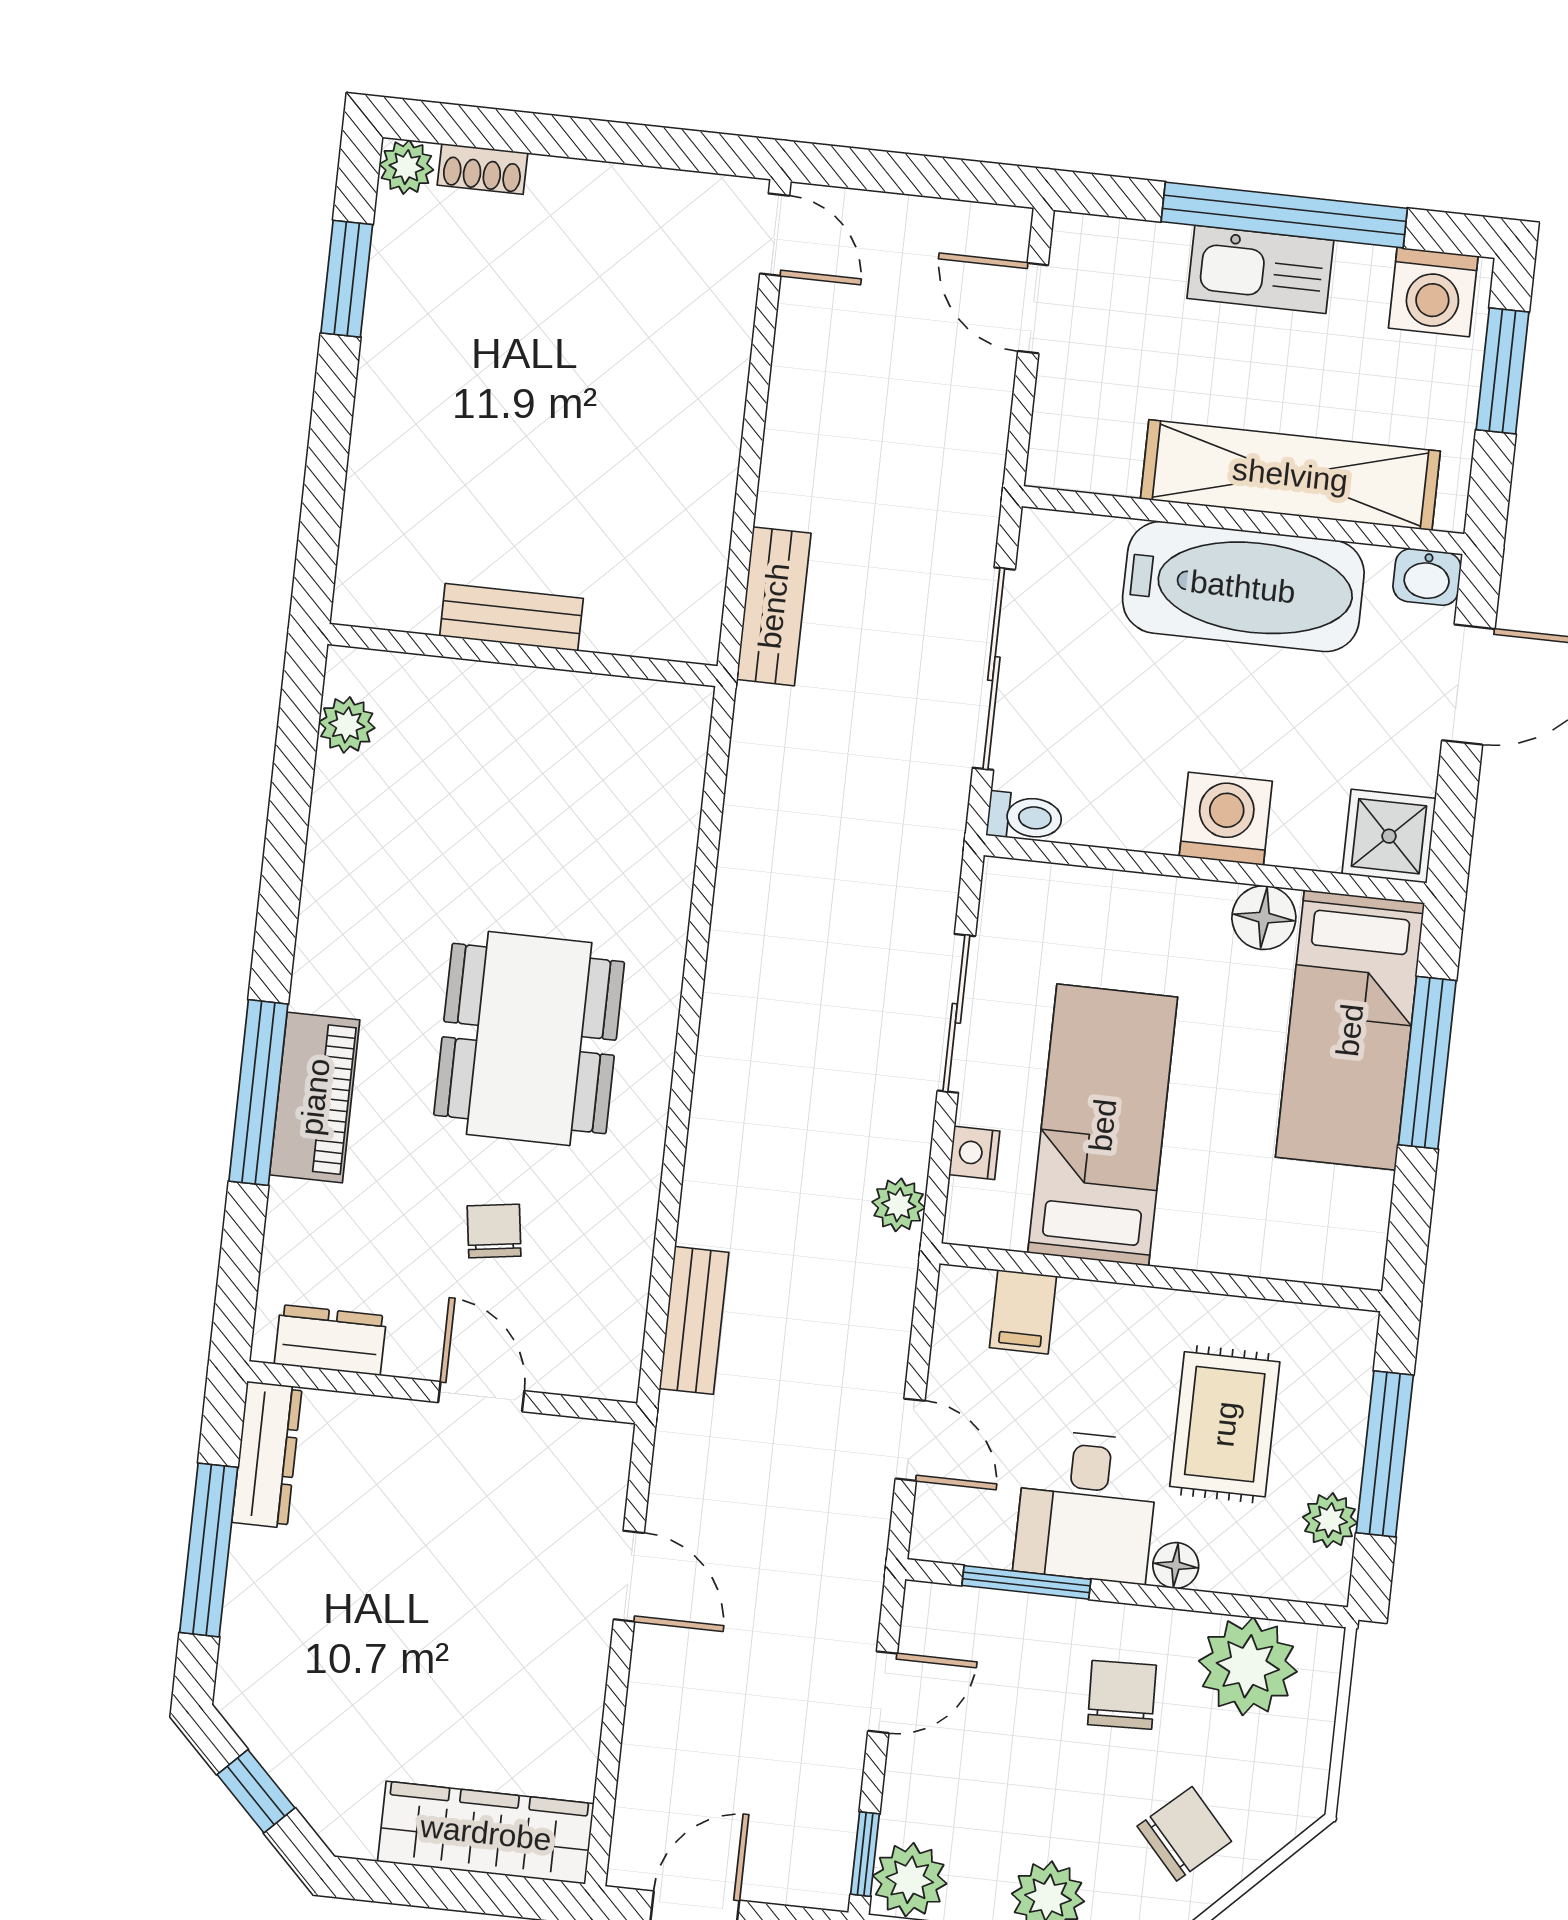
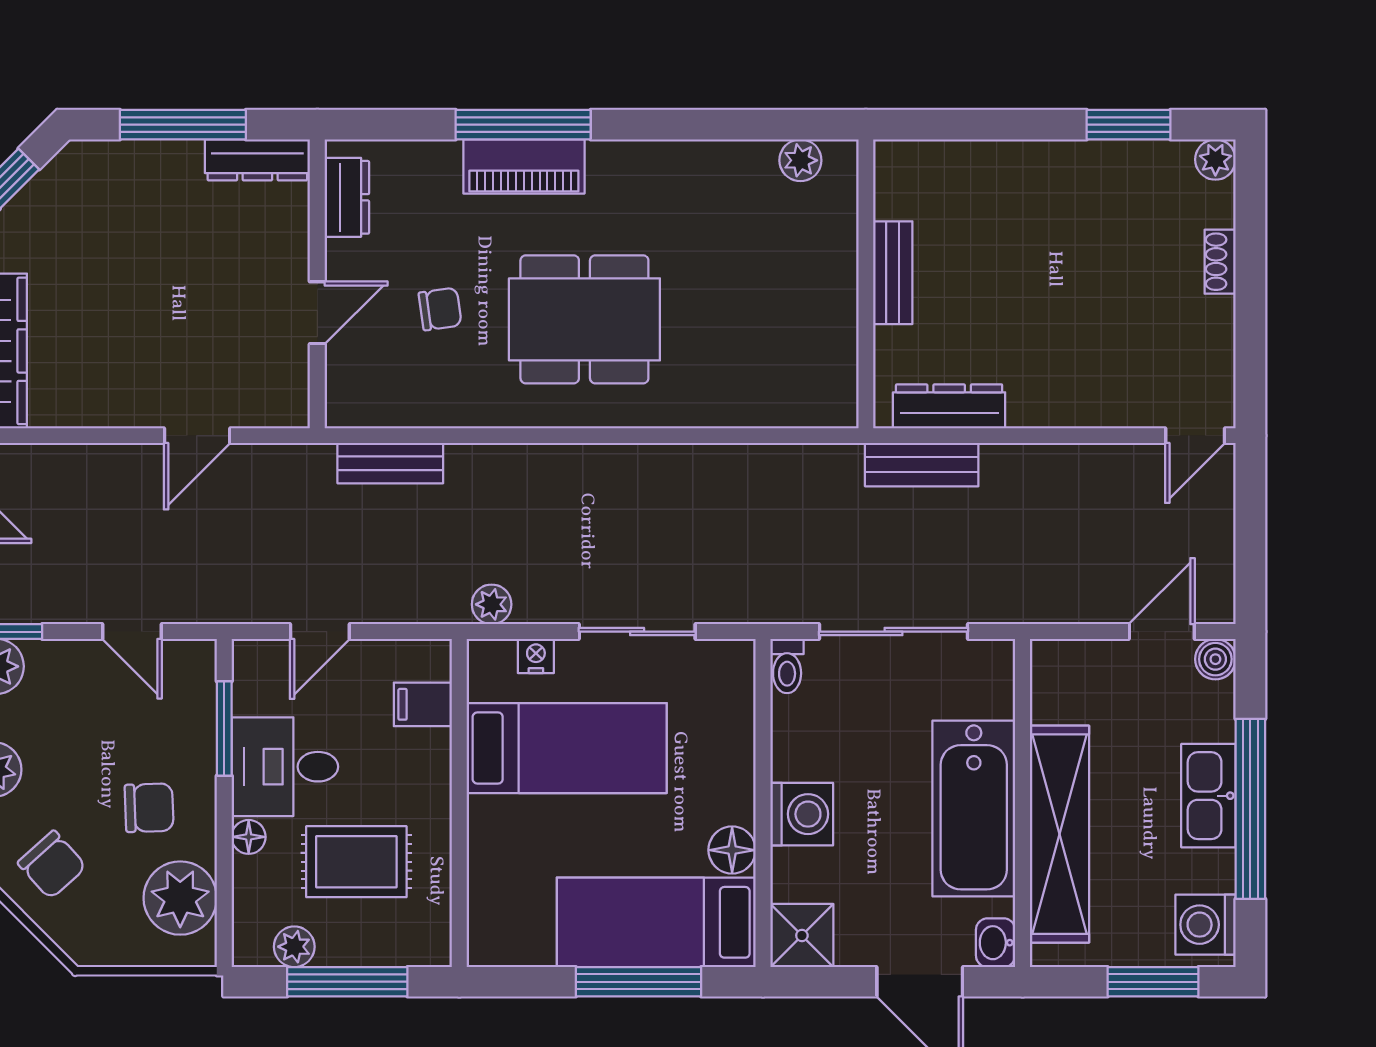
shoe rack: (483, 169) -> (1220, 262), moved
boiler: (1078, 240) -> (1215, 659), added
dresser: (699, 561) -> (949, 406), added

